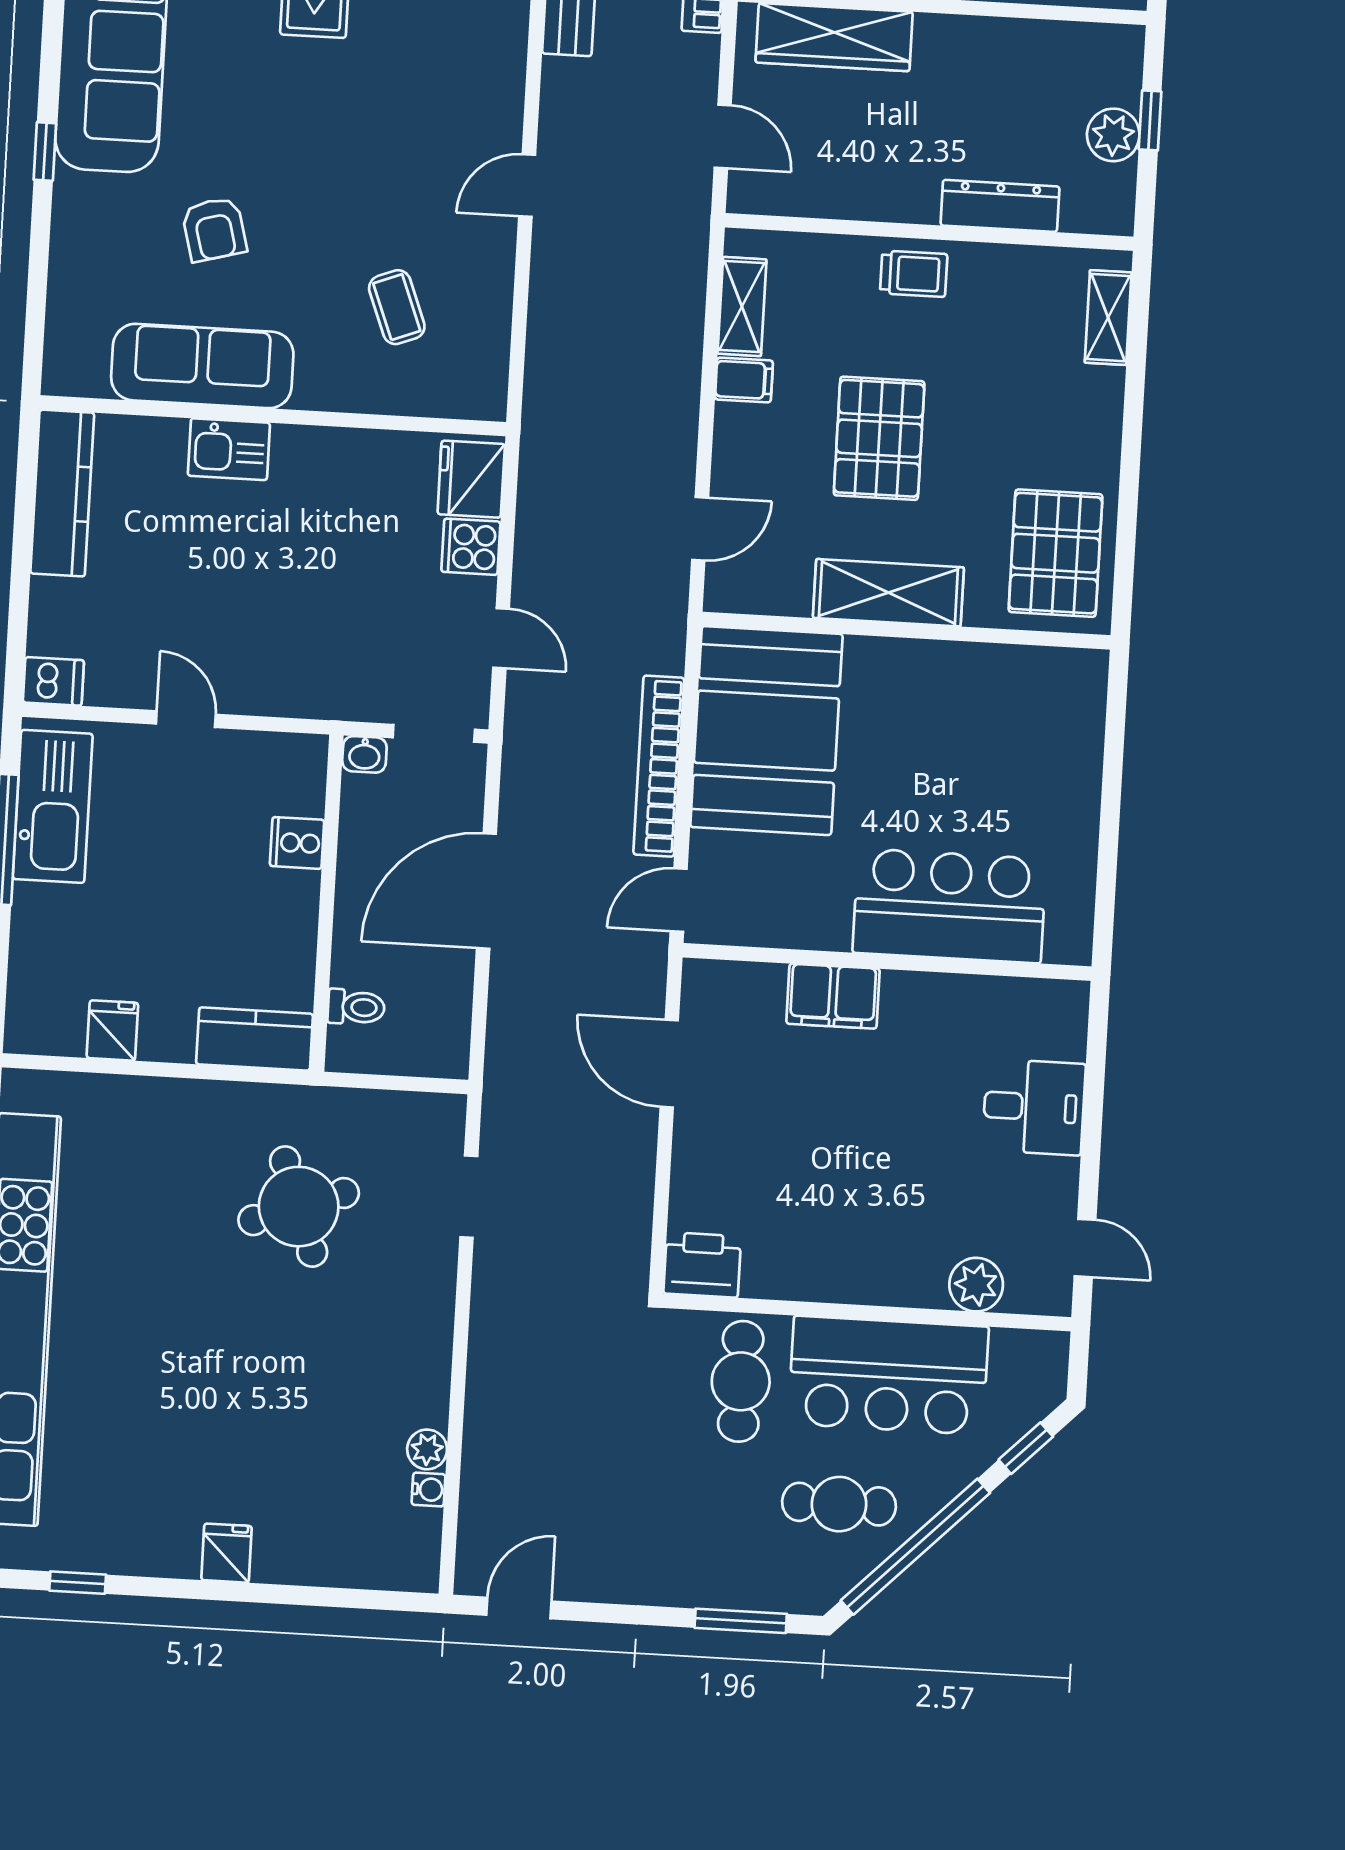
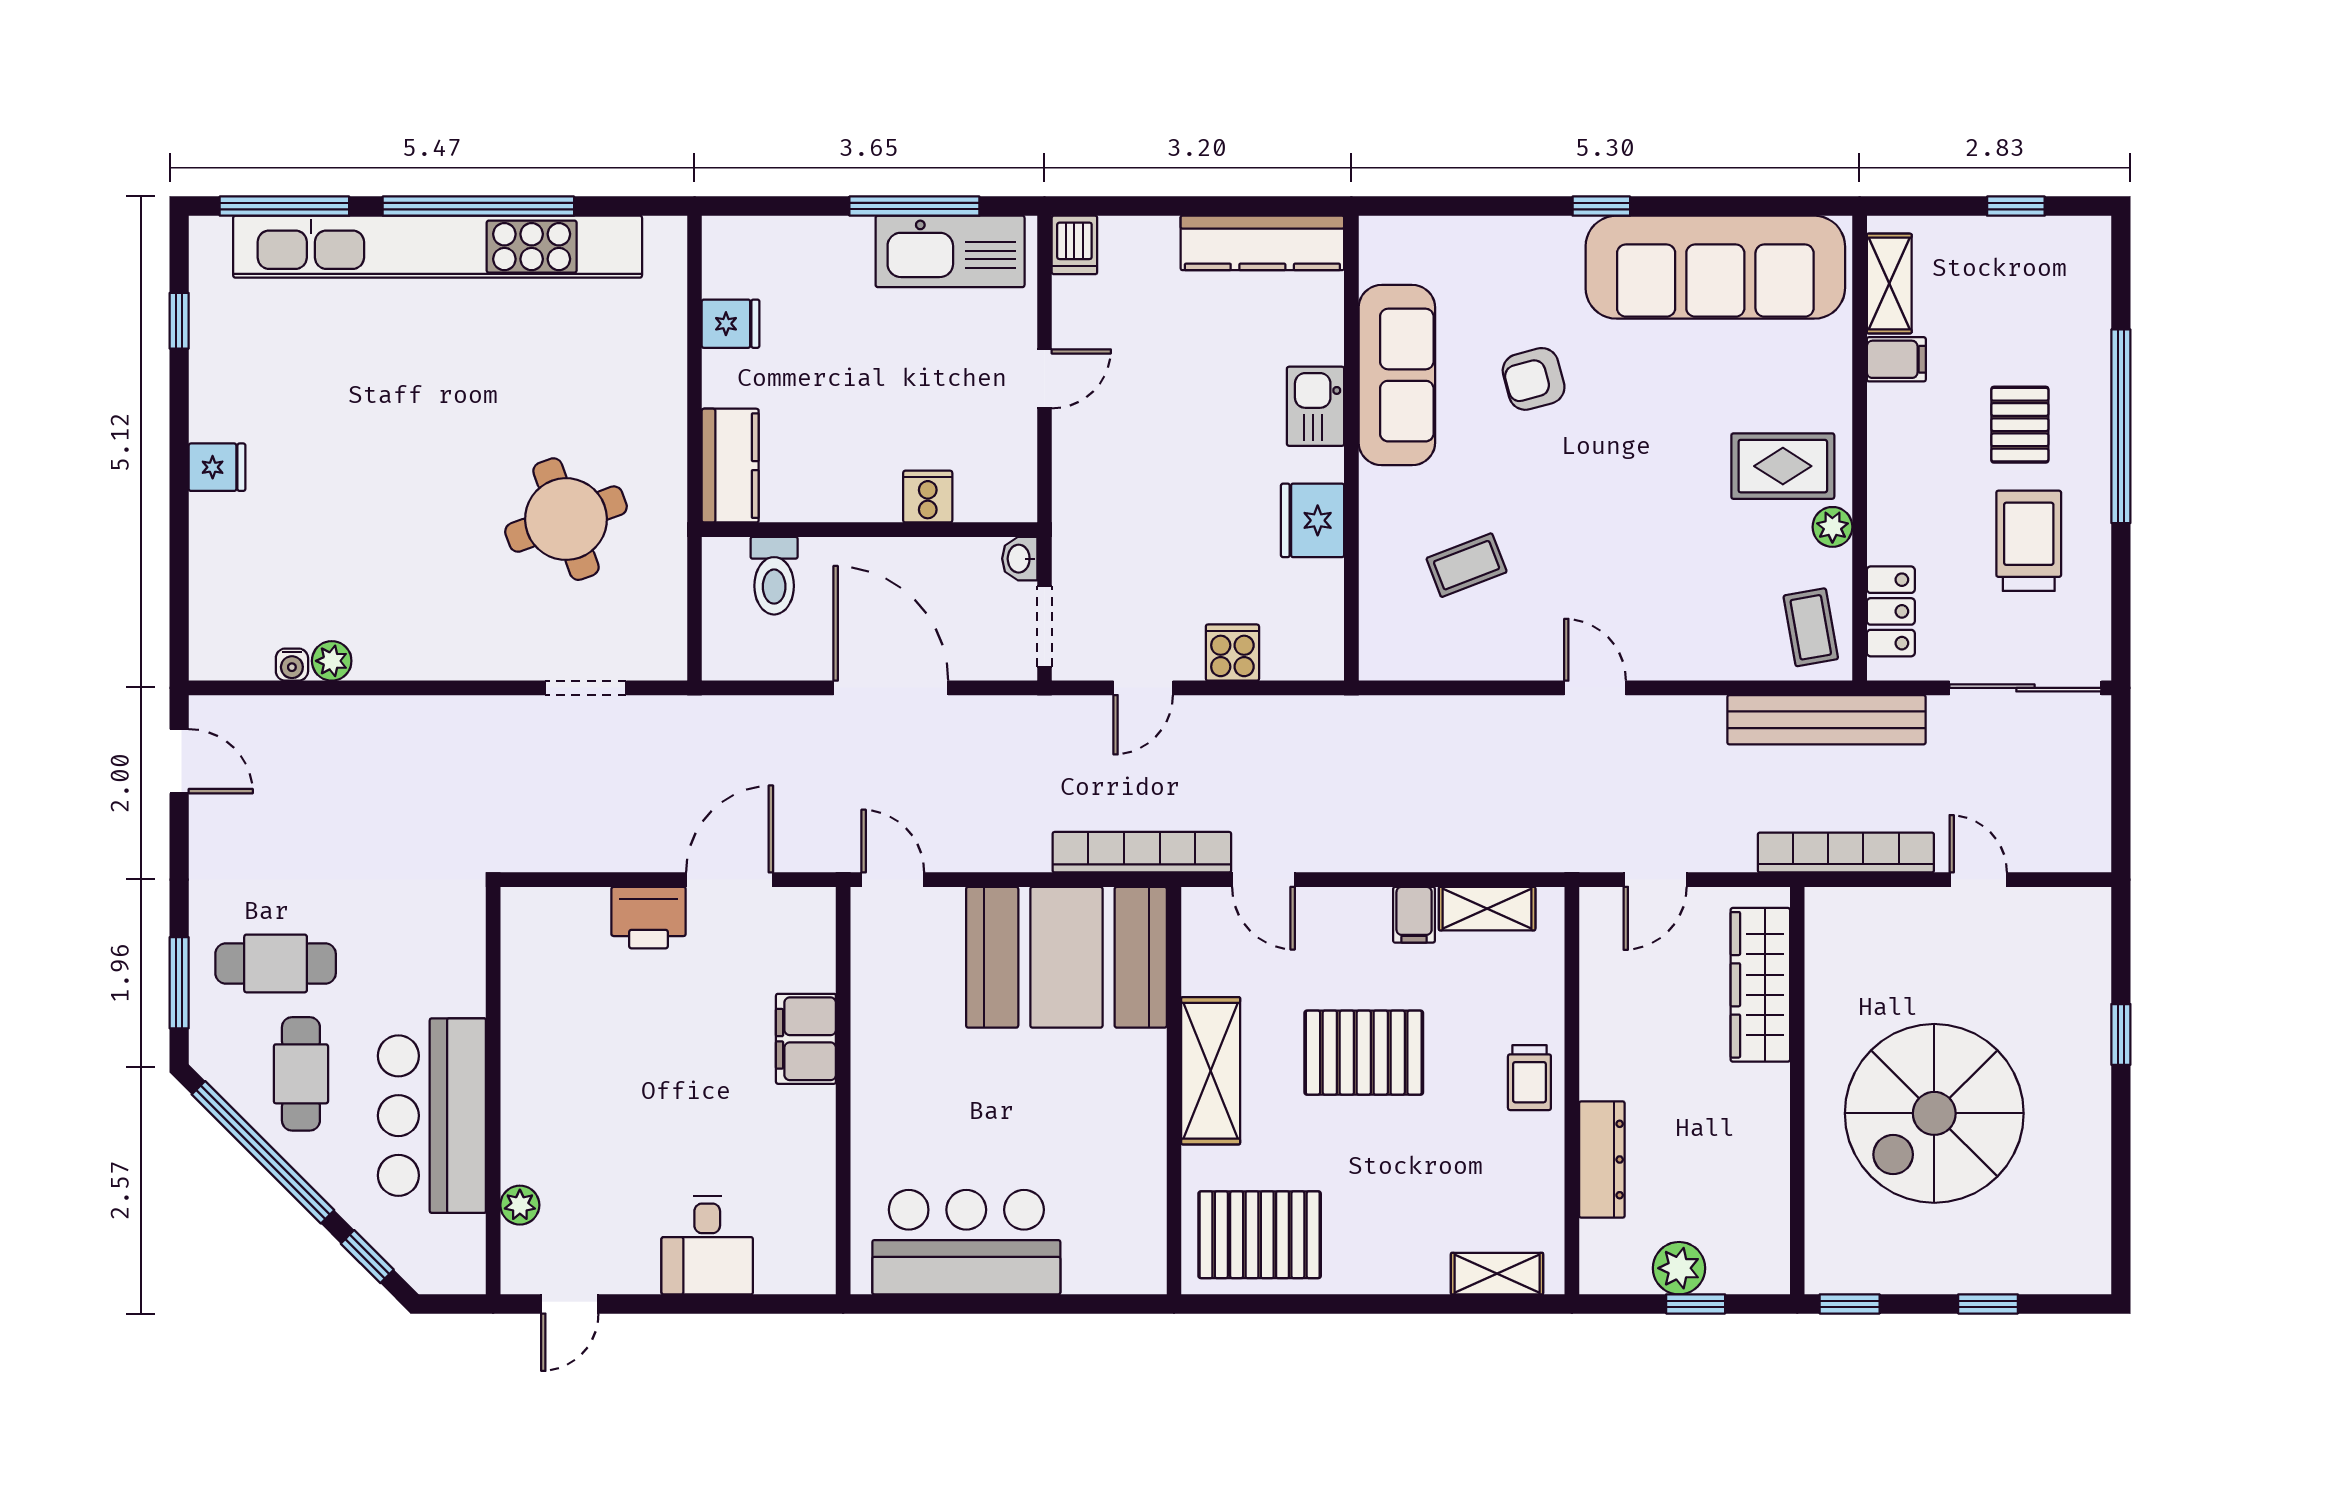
fridge: (471, 479) -> (1313, 520), moved, turned -90
bookcase: (659, 766) -> (1142, 852), moved
bar counter: (949, 906) -> (966, 1242), moved, turned -90
toilet: (356, 1007) -> (774, 576), width x1.37, depth x1.39
printer: (702, 1265) -> (649, 918), moved, turned 90
plant: (976, 1285) -> (520, 1205), width x0.73, depth x0.73
cafe table: (741, 1381) -> (276, 963), moved

